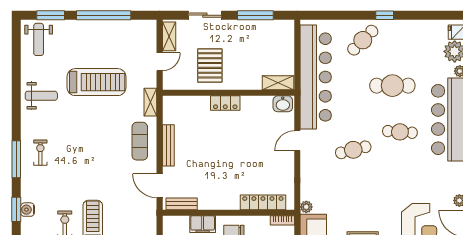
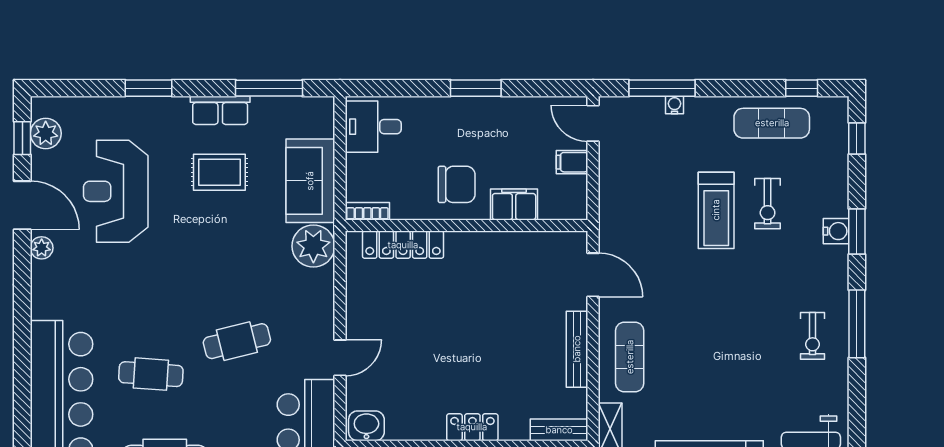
bench: (182, 204) -> (559, 430), moved
plant: (306, 207) -> (313, 246), width x1.87, depth x1.87

